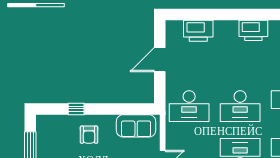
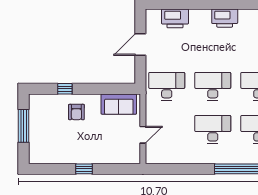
desk: (189, 106) -> (167, 86), turned 180
desk: (240, 106) -> (213, 86), turned 180

